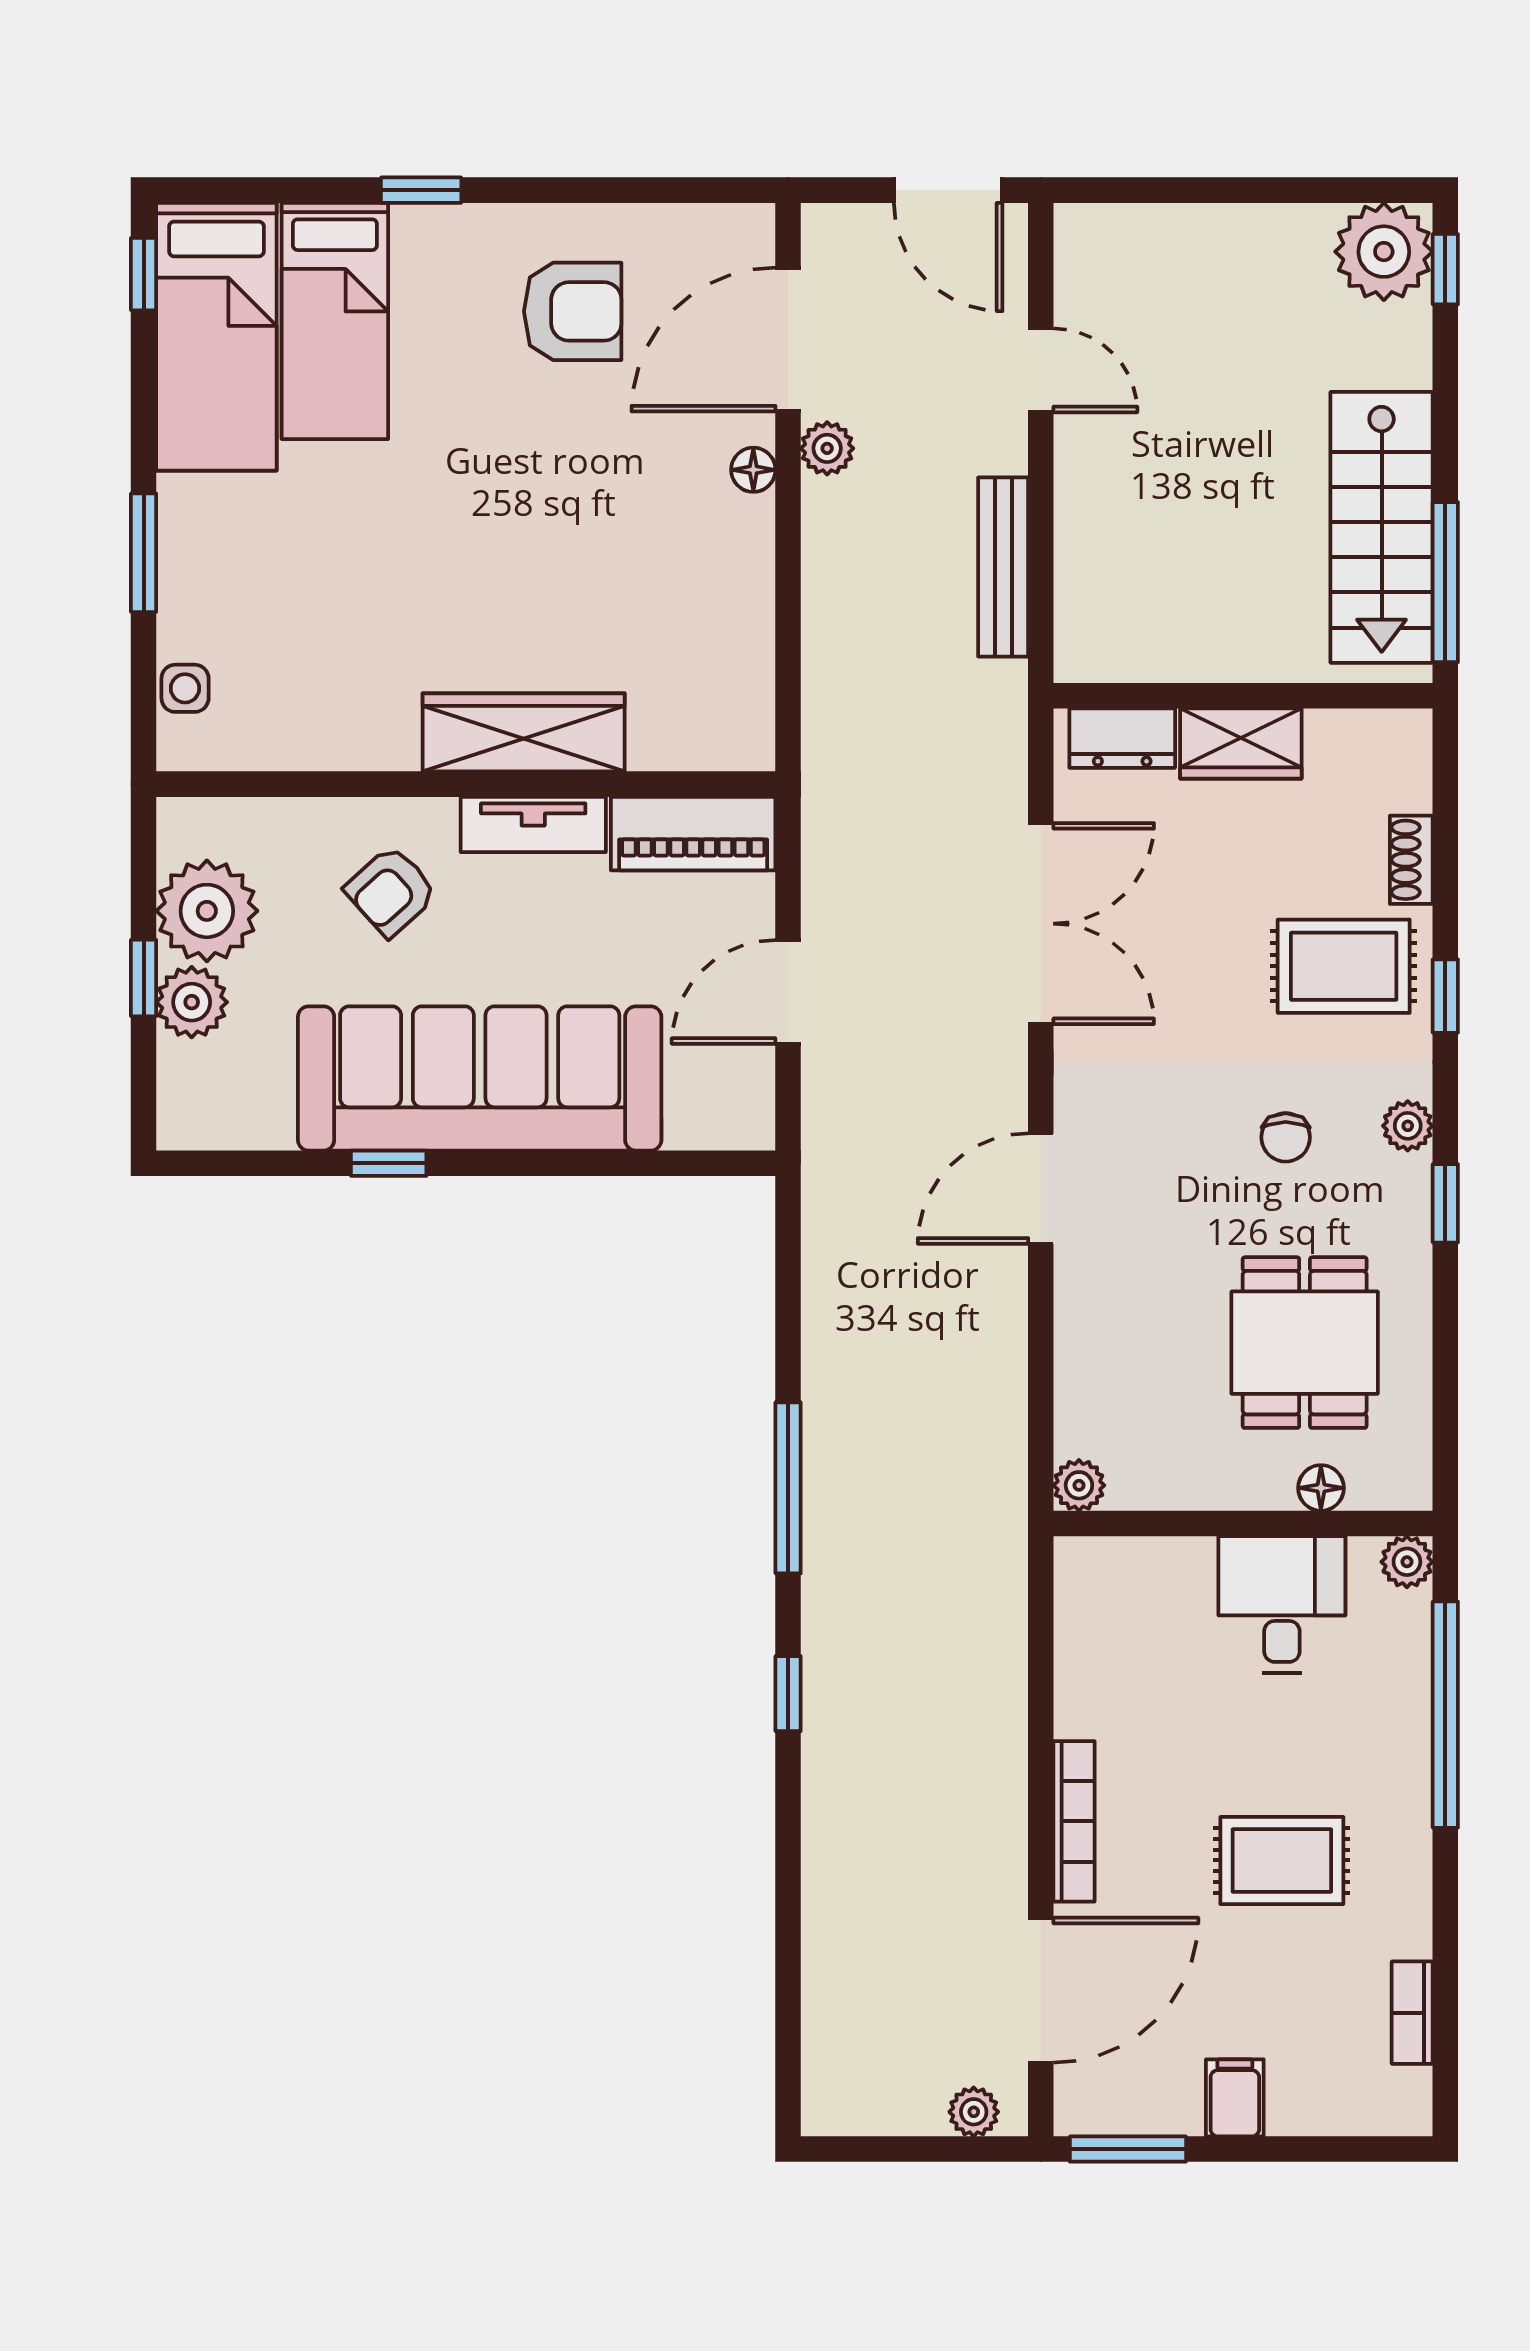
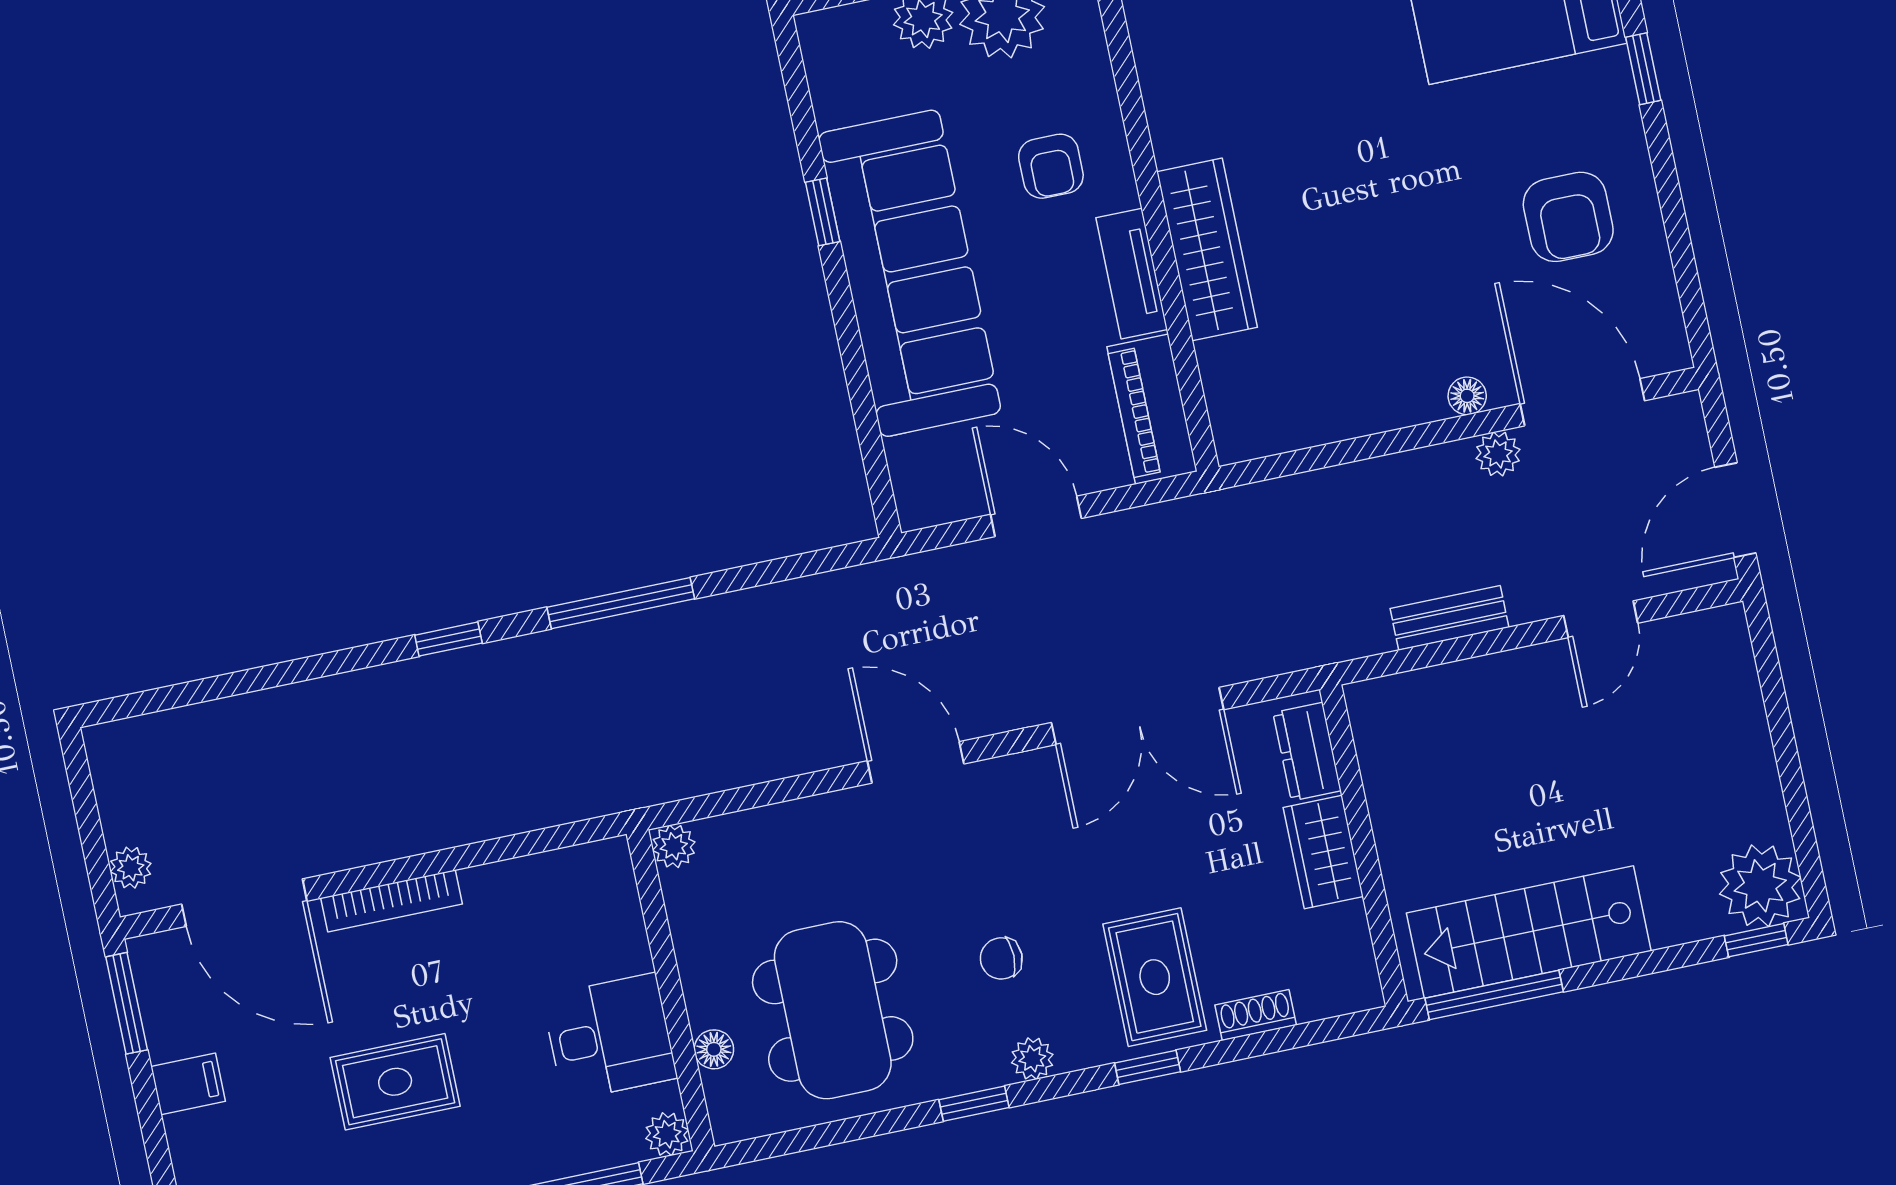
bench: (1003, 567) -> (1449, 618), width x0.73
armchair: (391, 891) -> (1051, 166), turned -138
dining table: (1305, 1343) -> (833, 1010), width x1.38
rug: (1282, 1860) -> (395, 1082), turned 90

